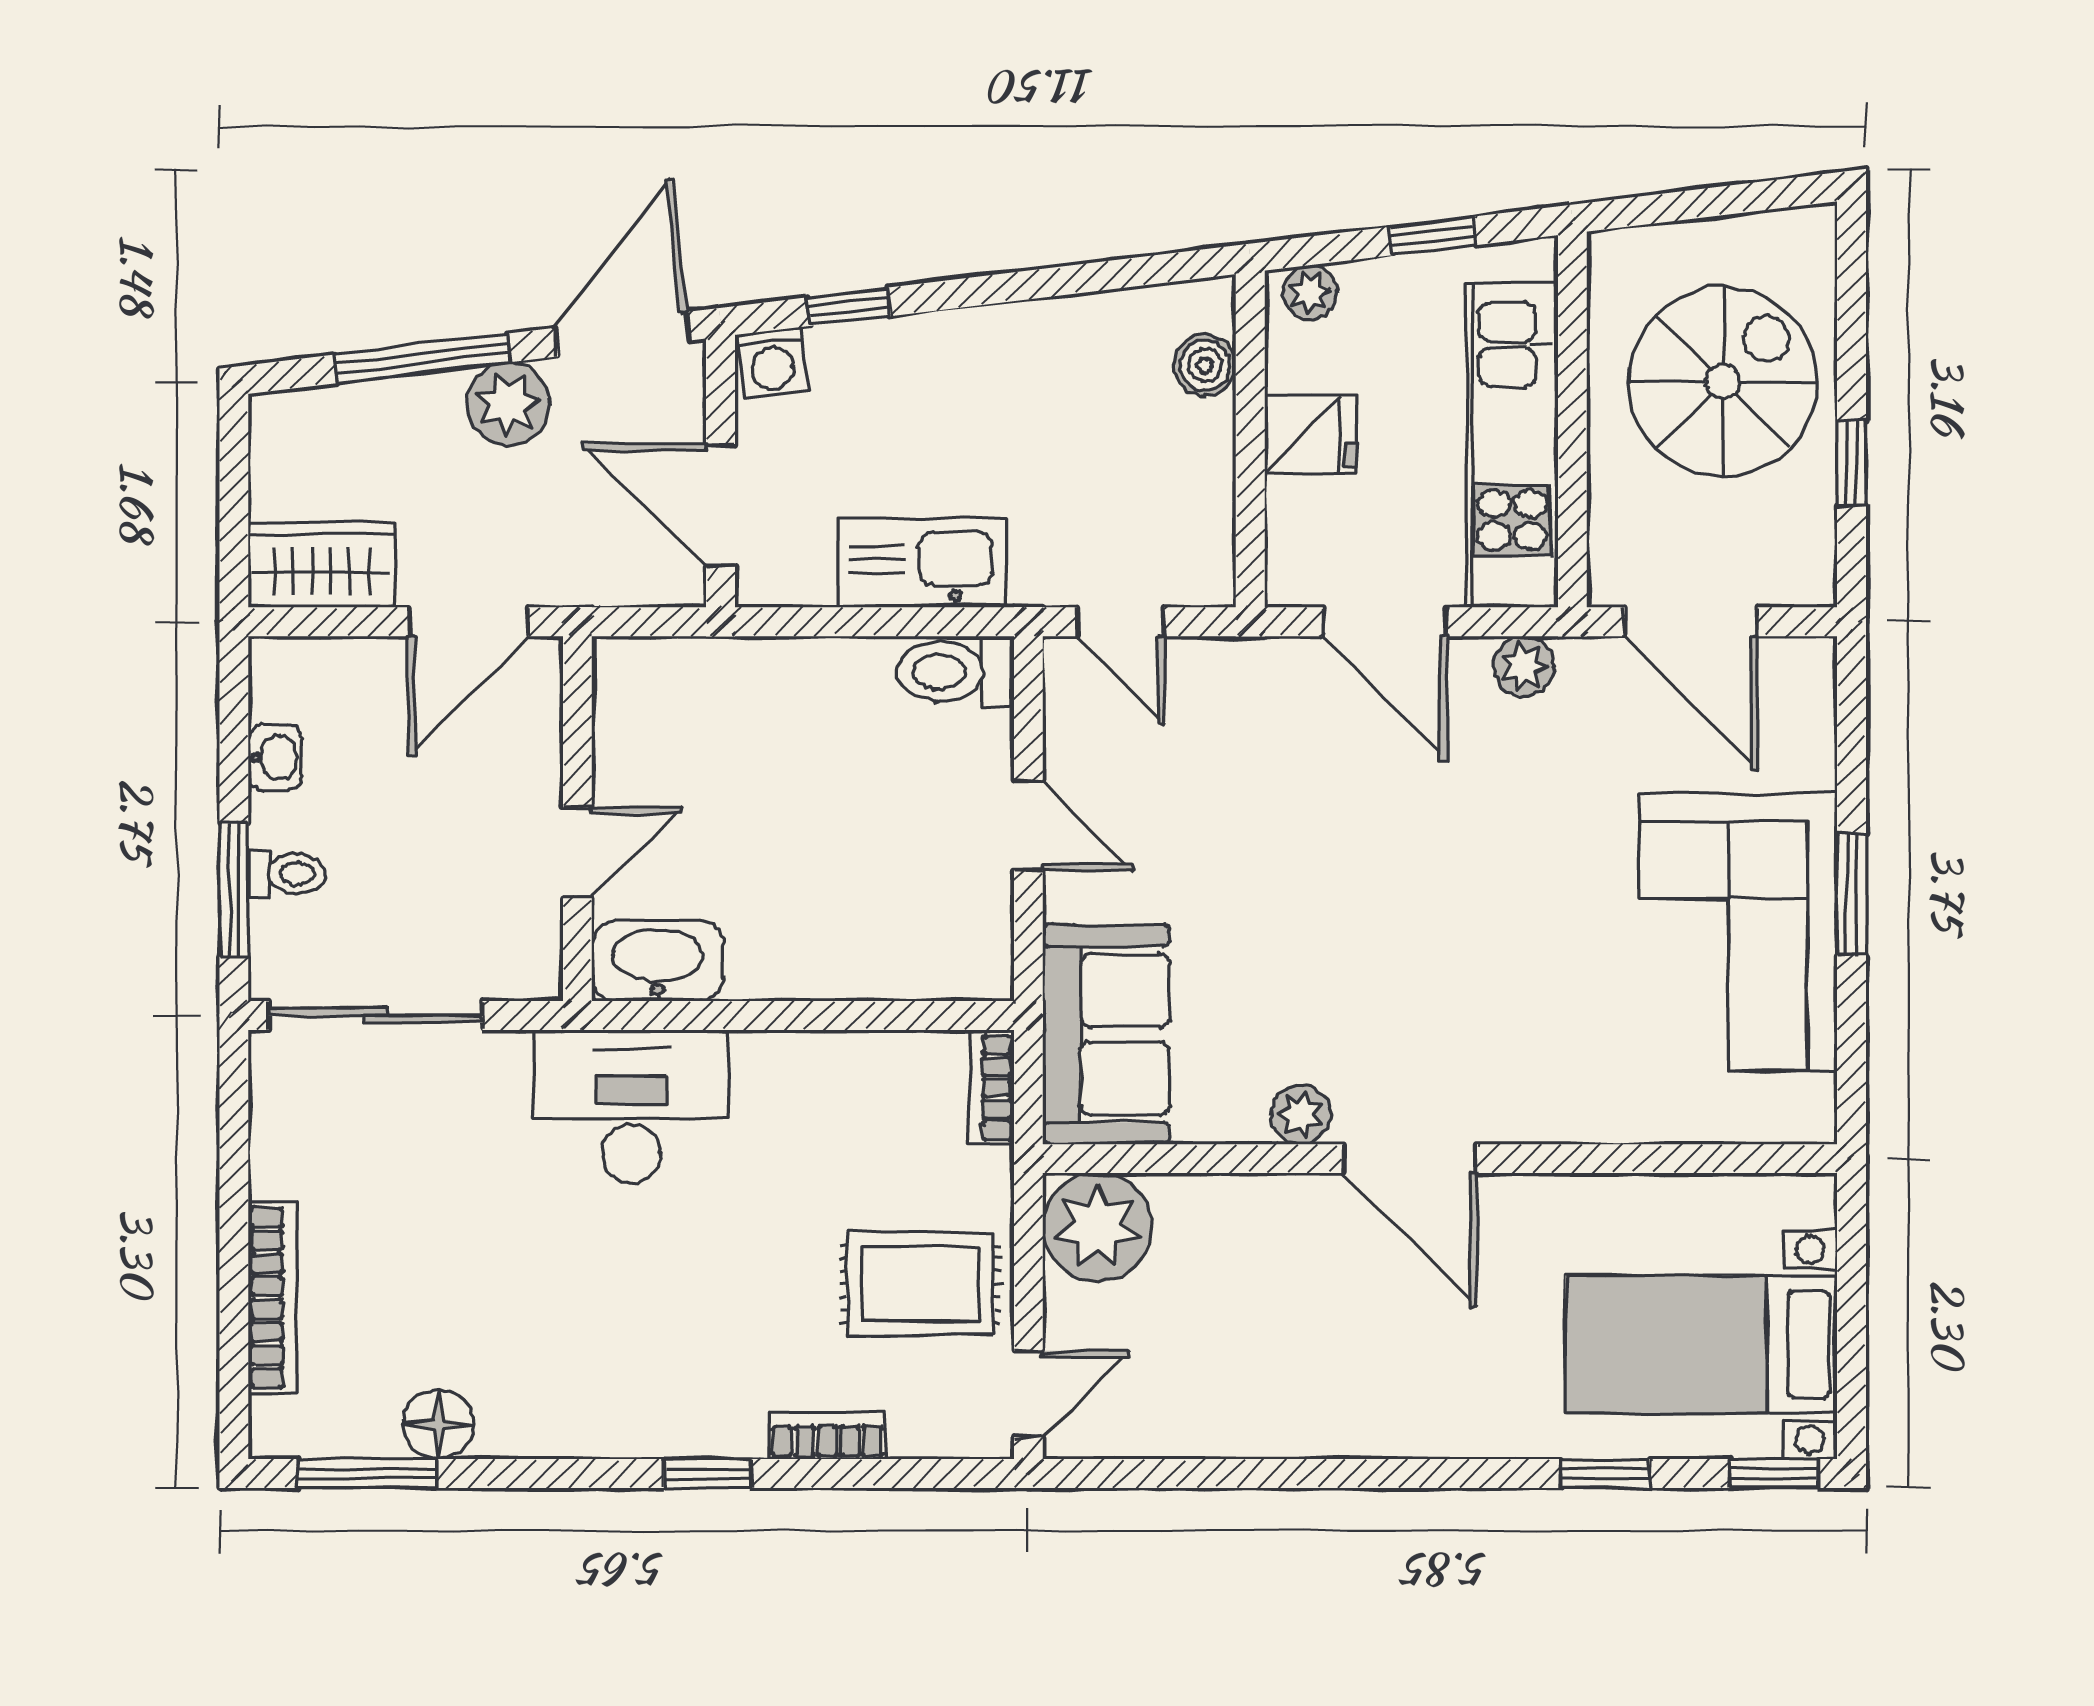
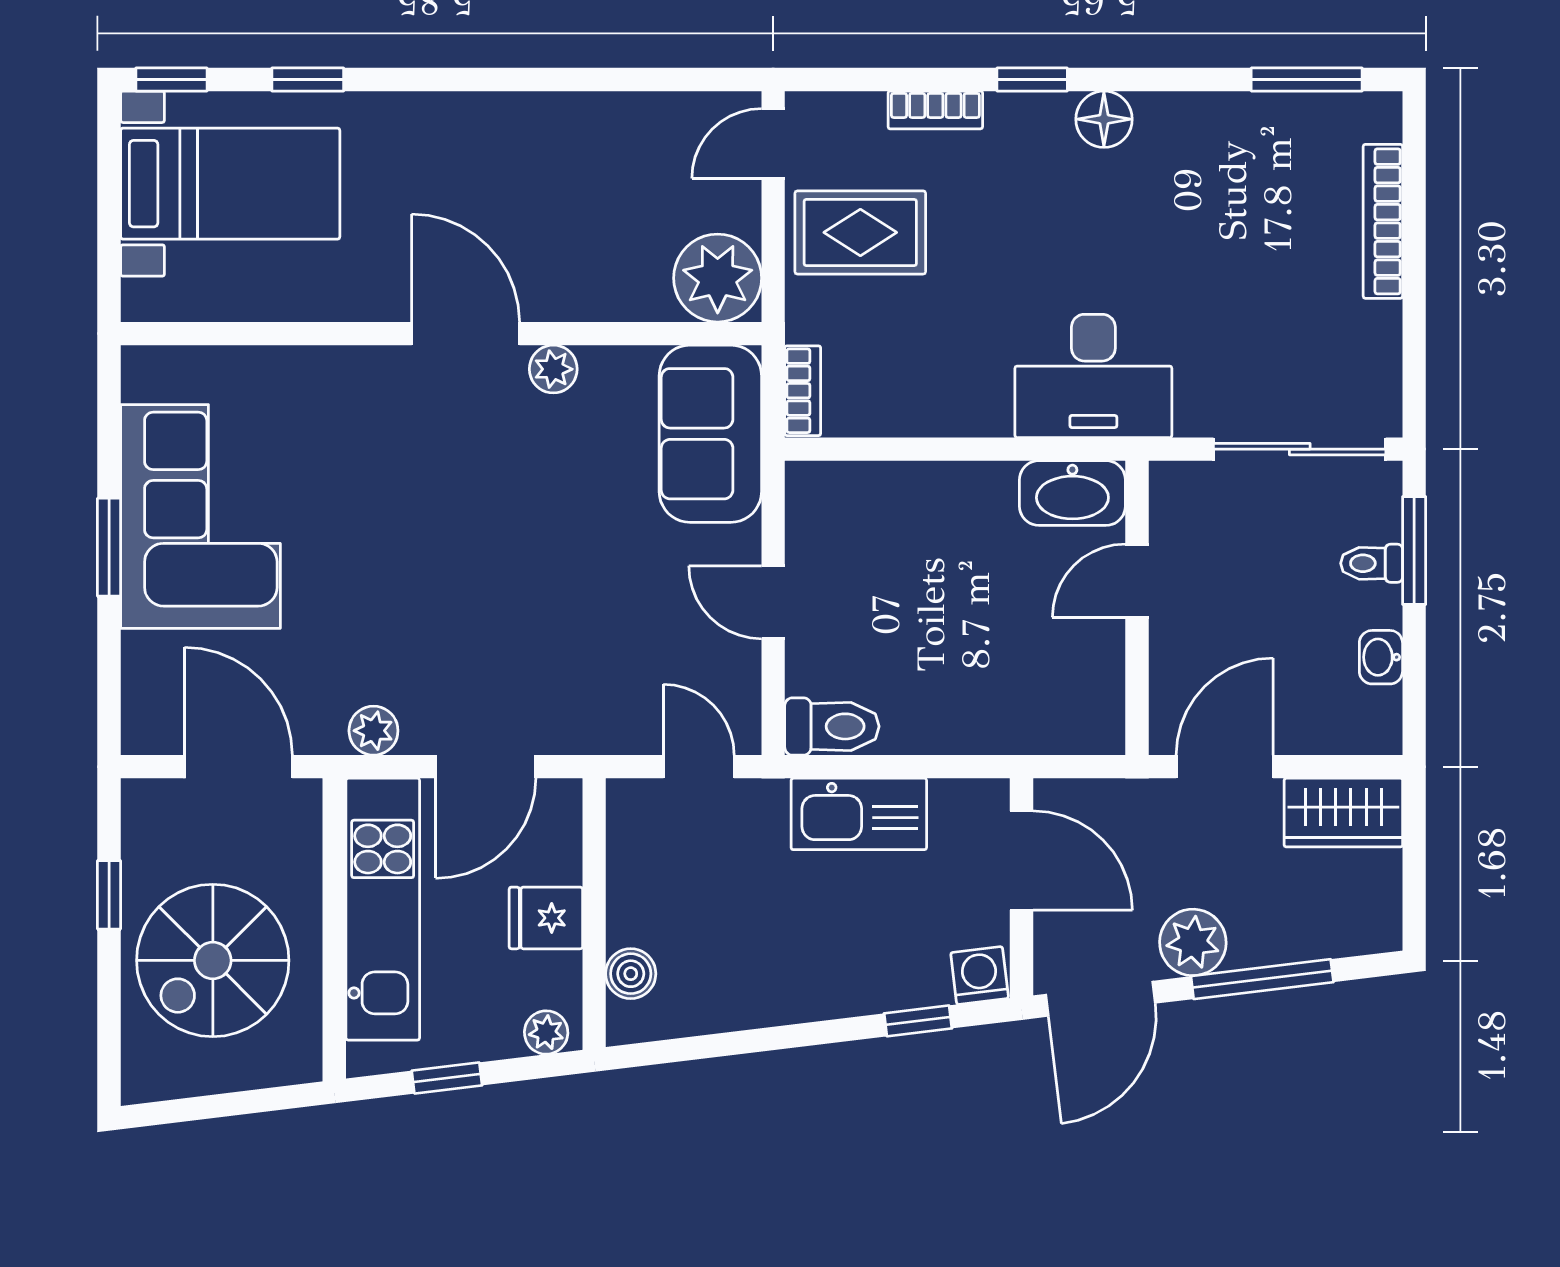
door: (1385, 622) -> (486, 767), swing flipped
floor lamp: (438, 1424) -> (1104, 119), moved

